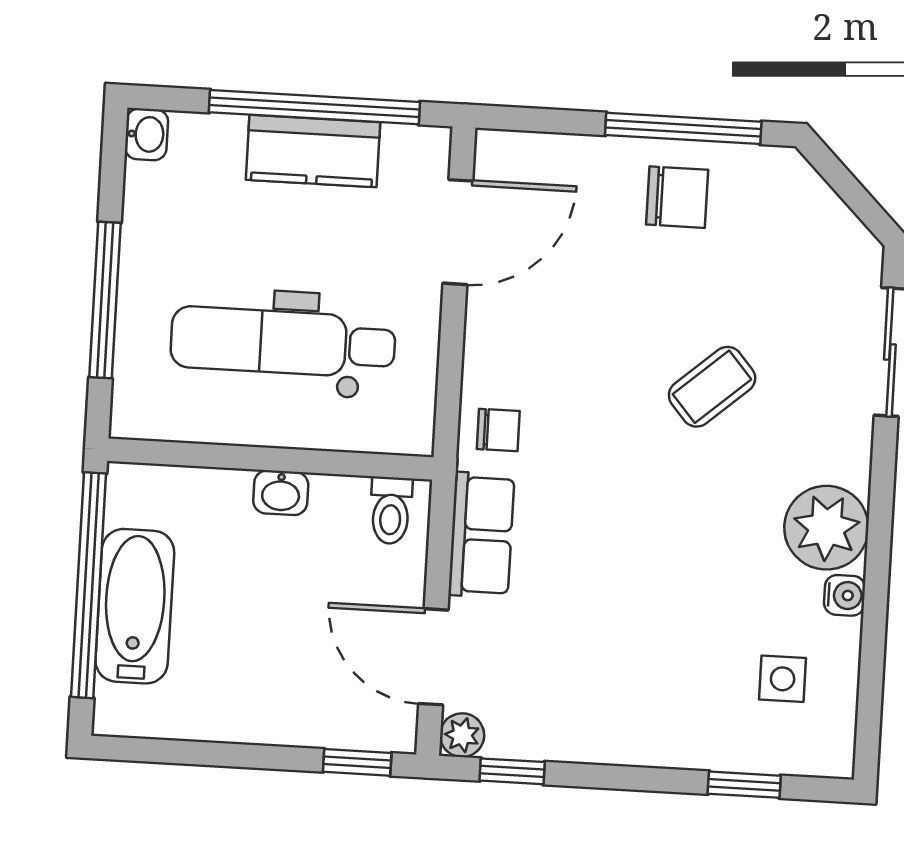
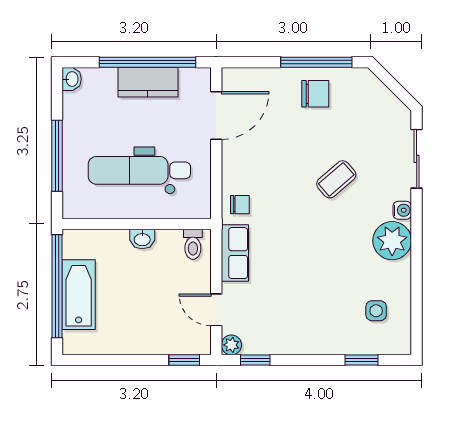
water cooler: (845, 595) -> (402, 210), moved
door: (433, 657) -> (216, 310), width x0.73

